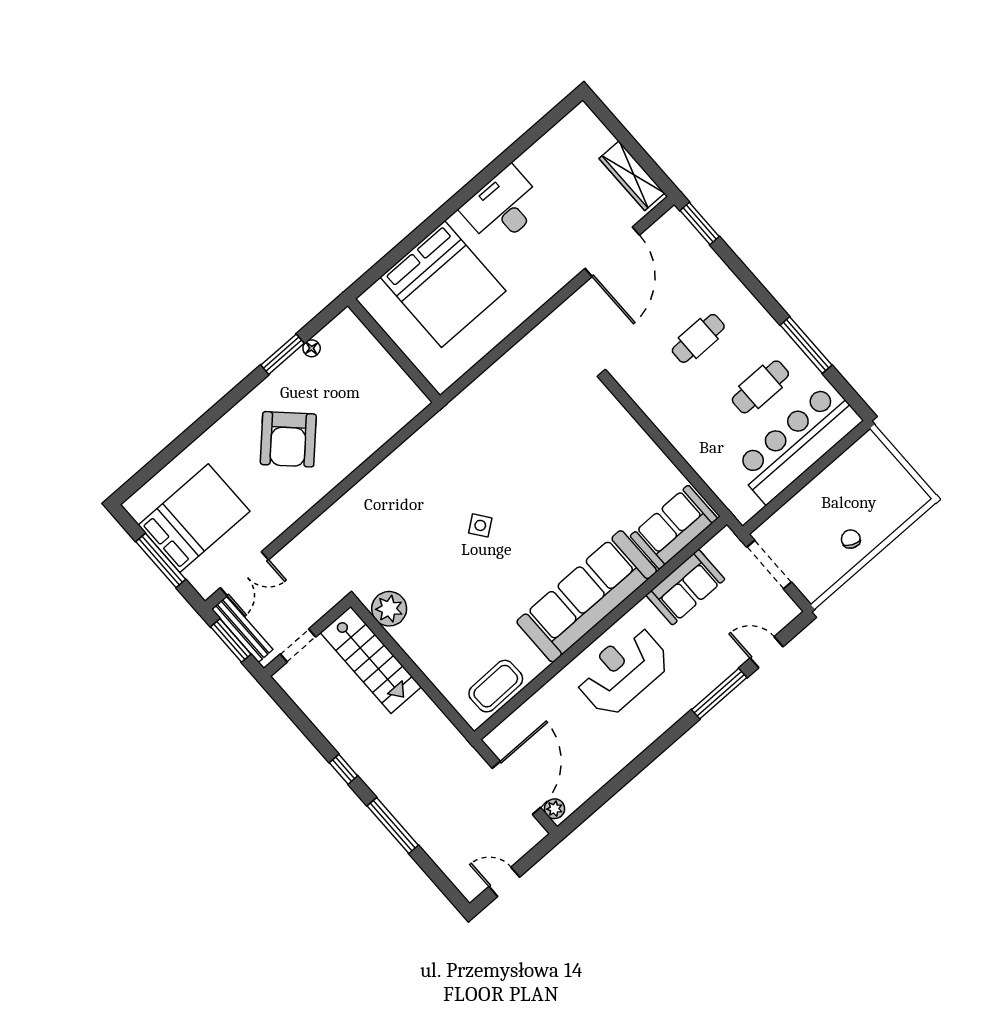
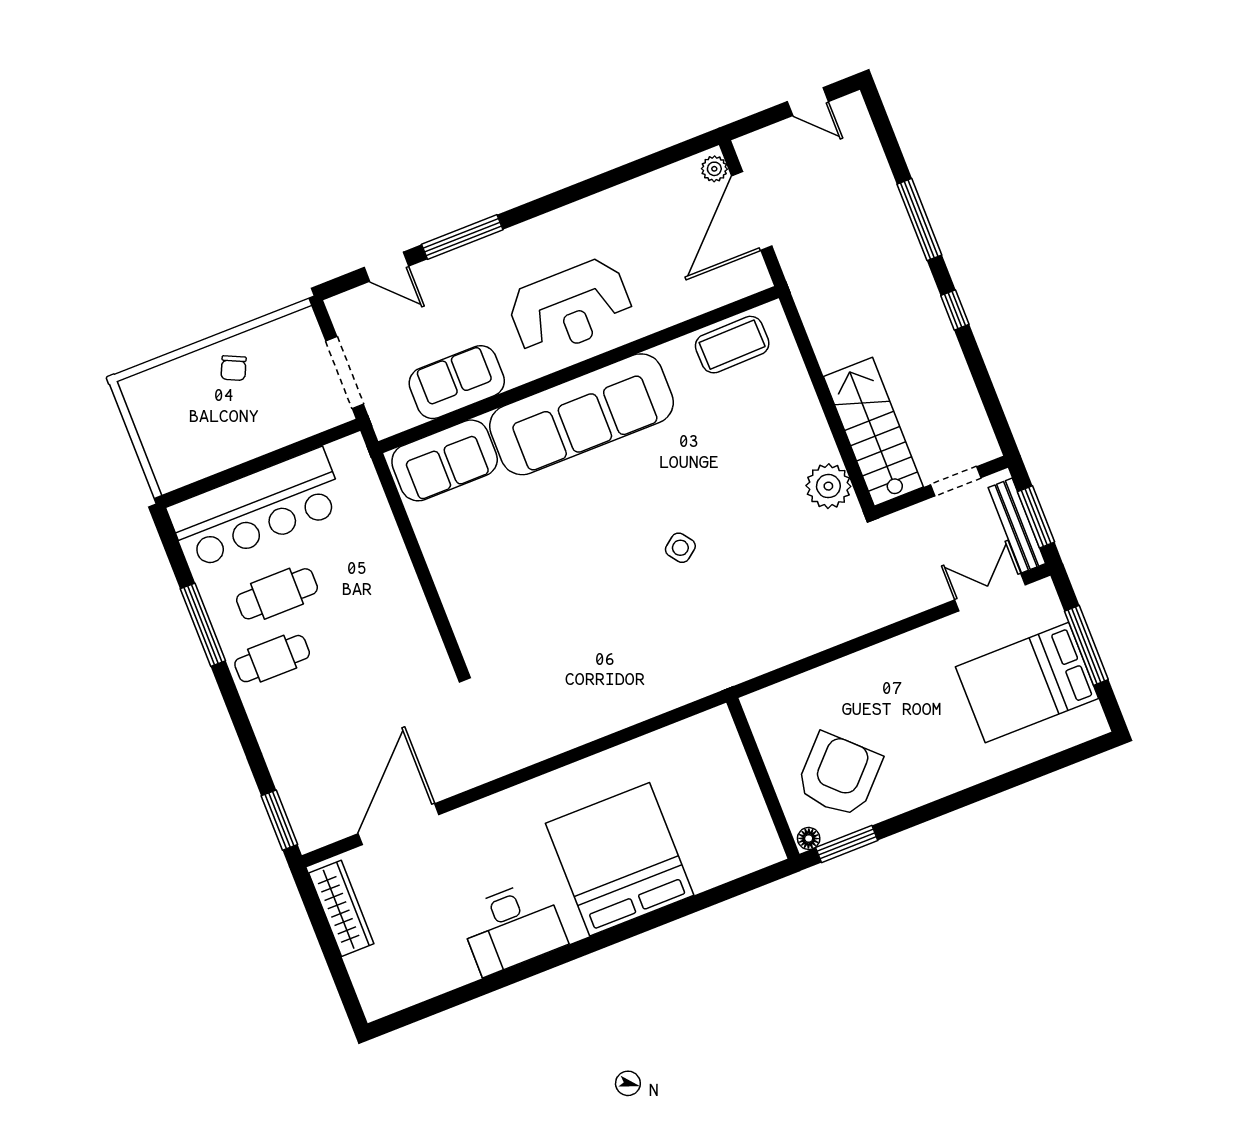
cafe table: (698, 338) -> (272, 659), moved
wall: (394, 351) -> (763, 778), moved
armchair: (288, 439) -> (839, 775), moved

